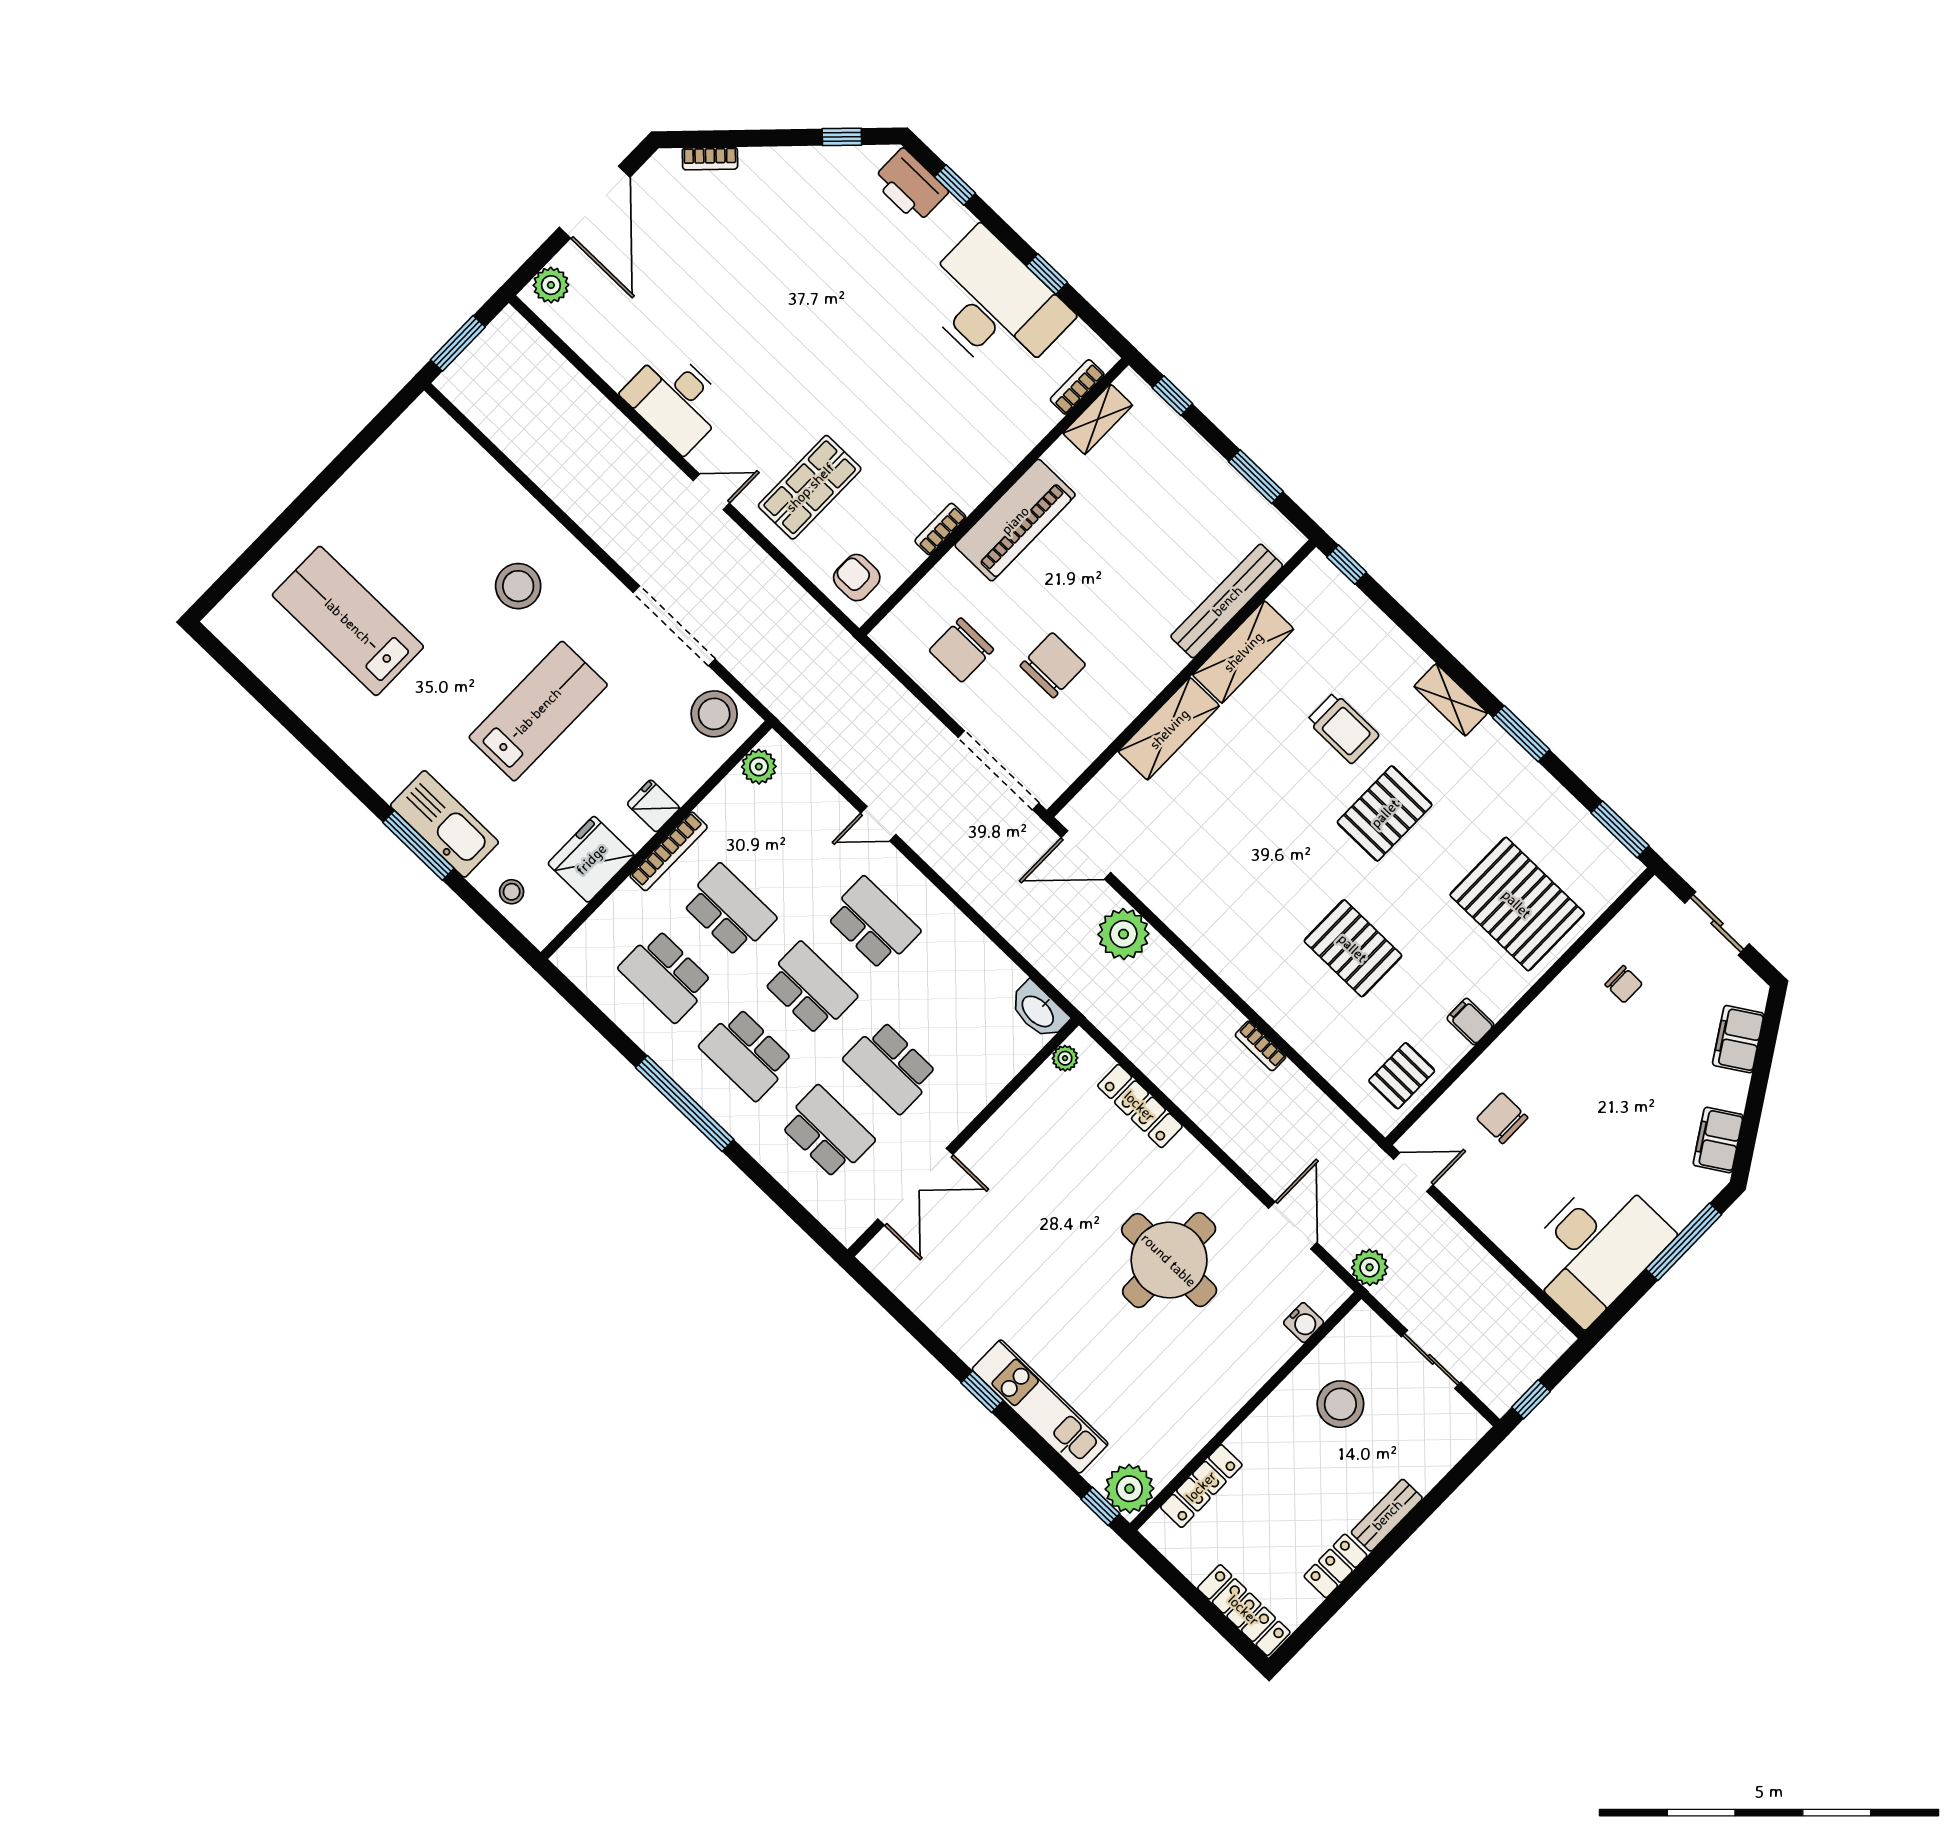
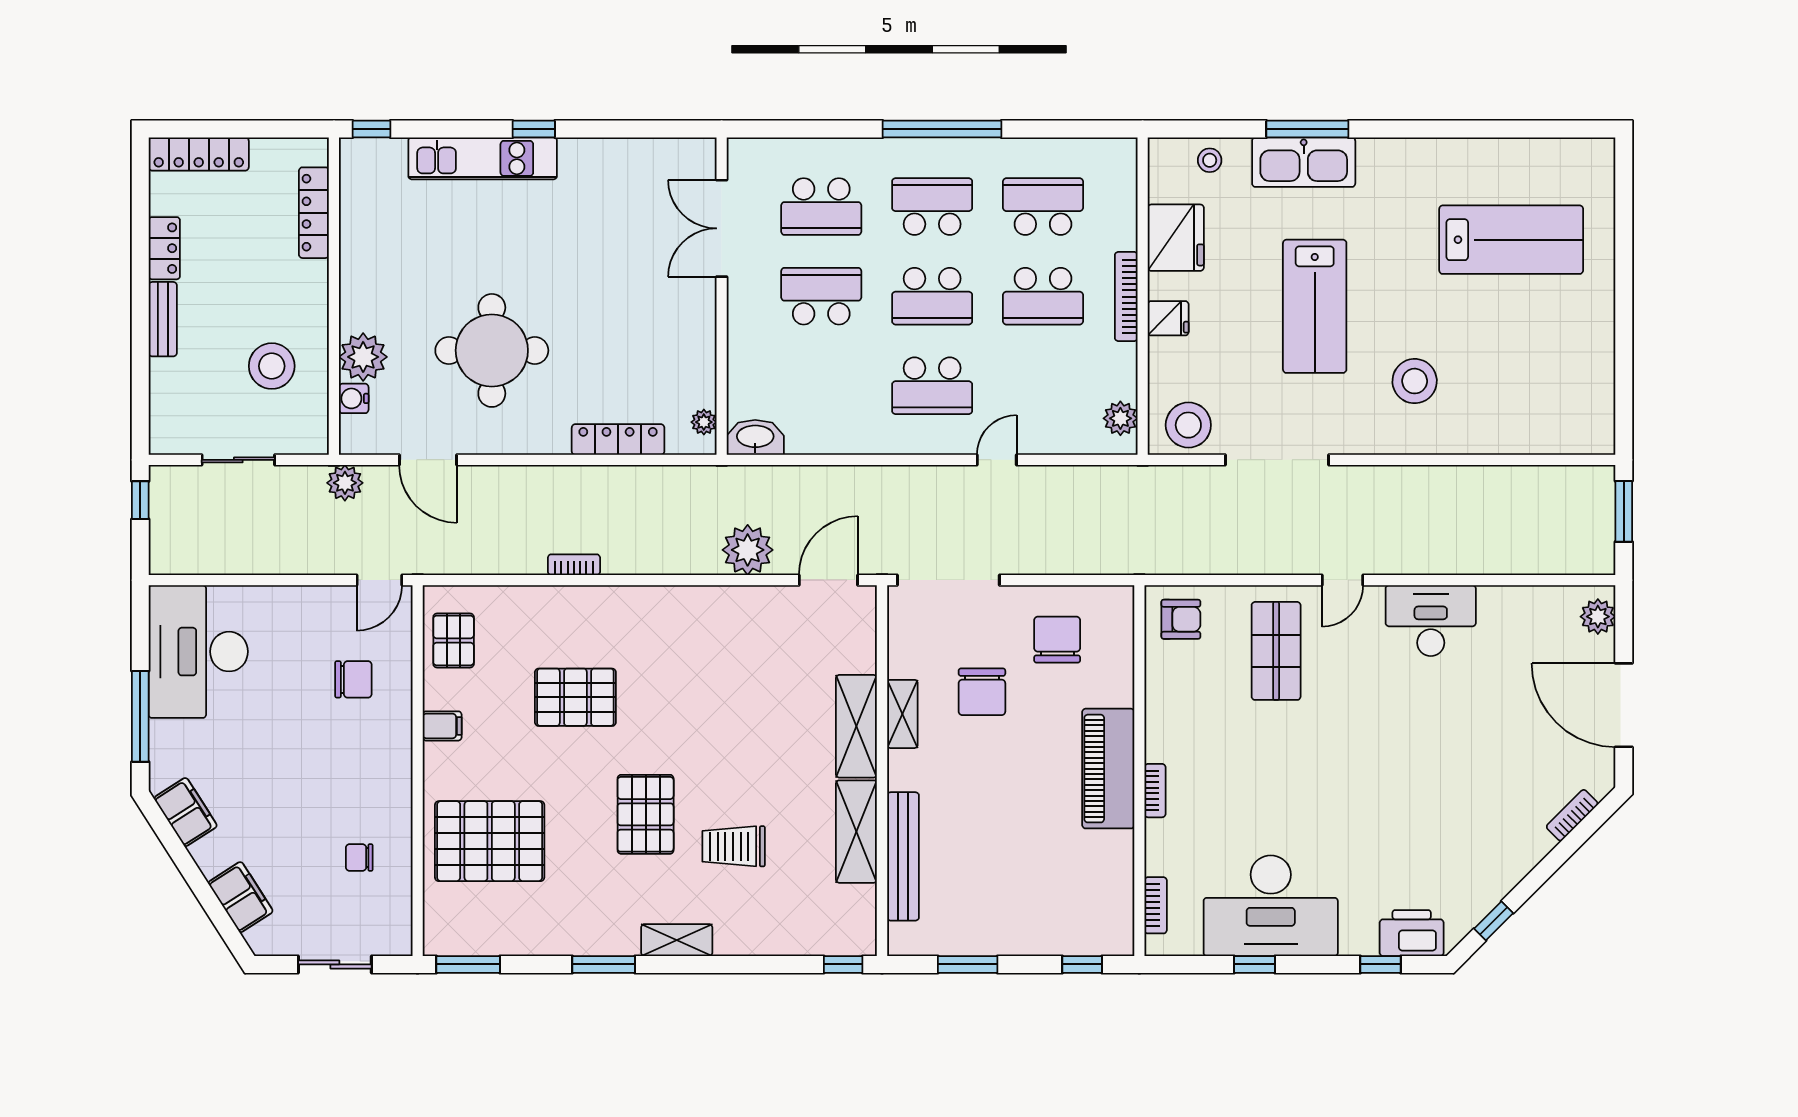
shelving: (1098, 419) -> (902, 714), moved
bookcase: (940, 529) -> (1155, 791), moved
plant: (1129, 1489) -> (363, 357), moved

